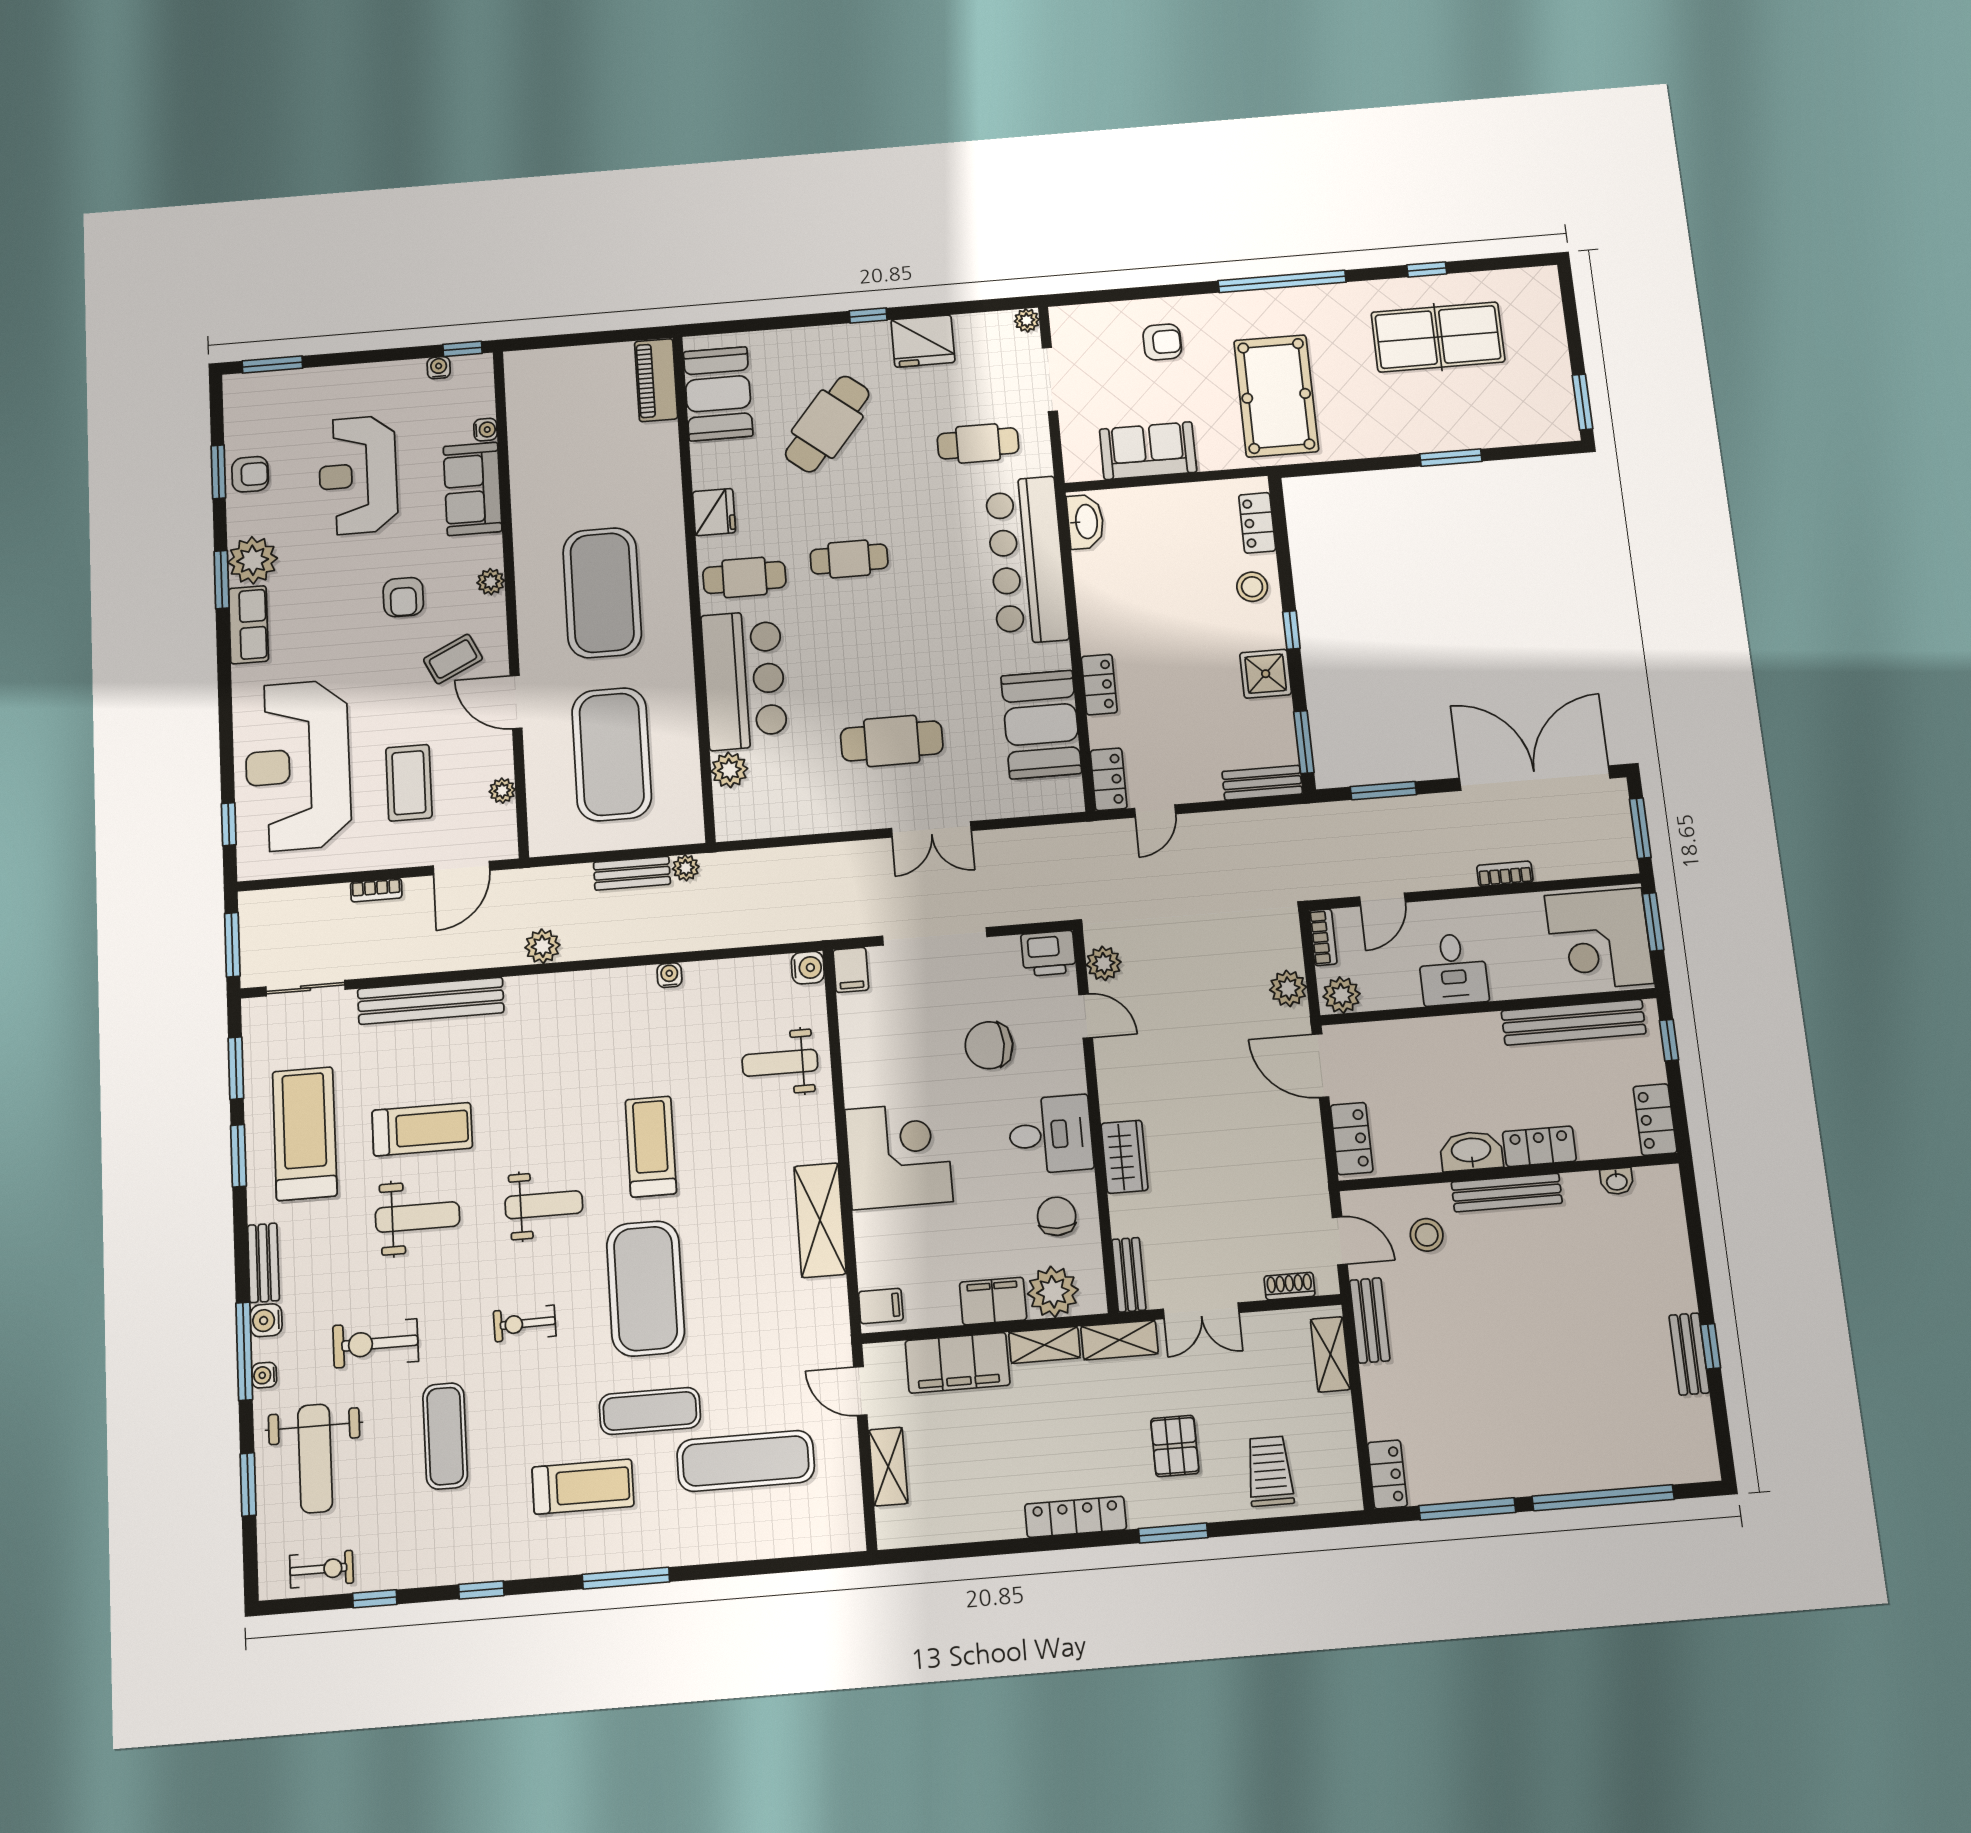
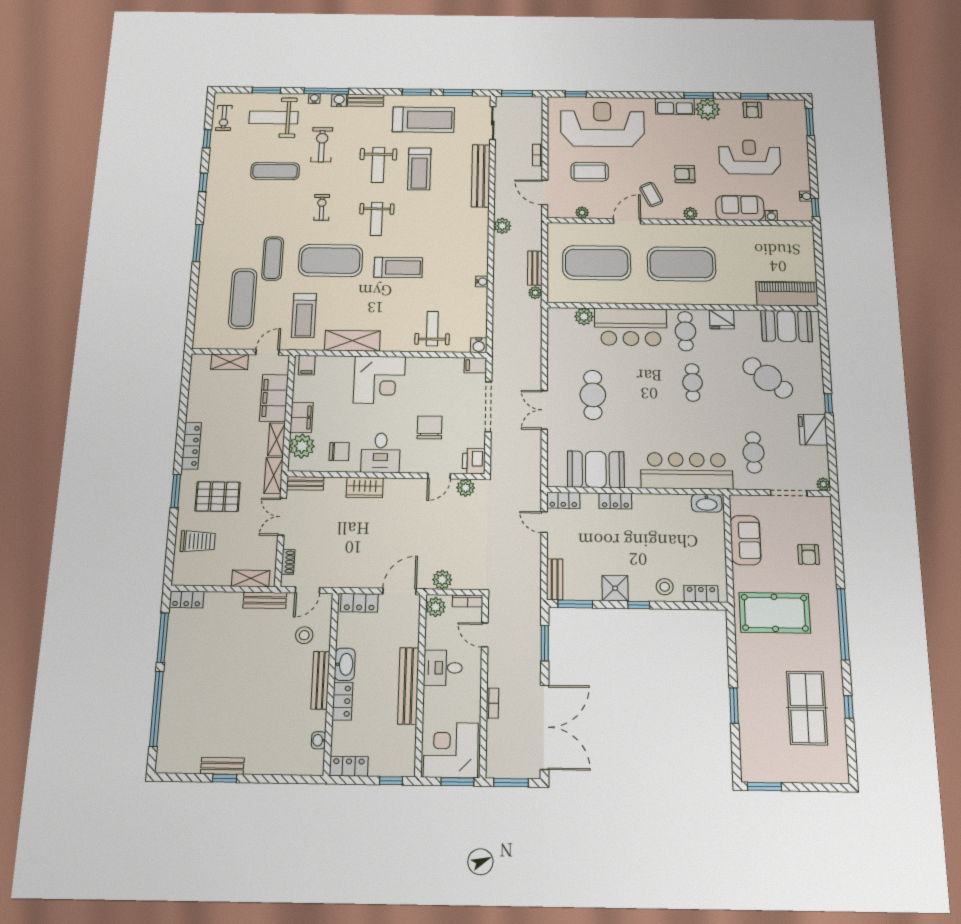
piano: (656, 380) -> (787, 294), width x1.37, depth x1.33
bench: (1574, 1022) -> (408, 686), moved
pallet: (1175, 1446) -> (218, 497), width x1.50, depth x1.42
treadmill: (583, 1487) -> (304, 315), moved

